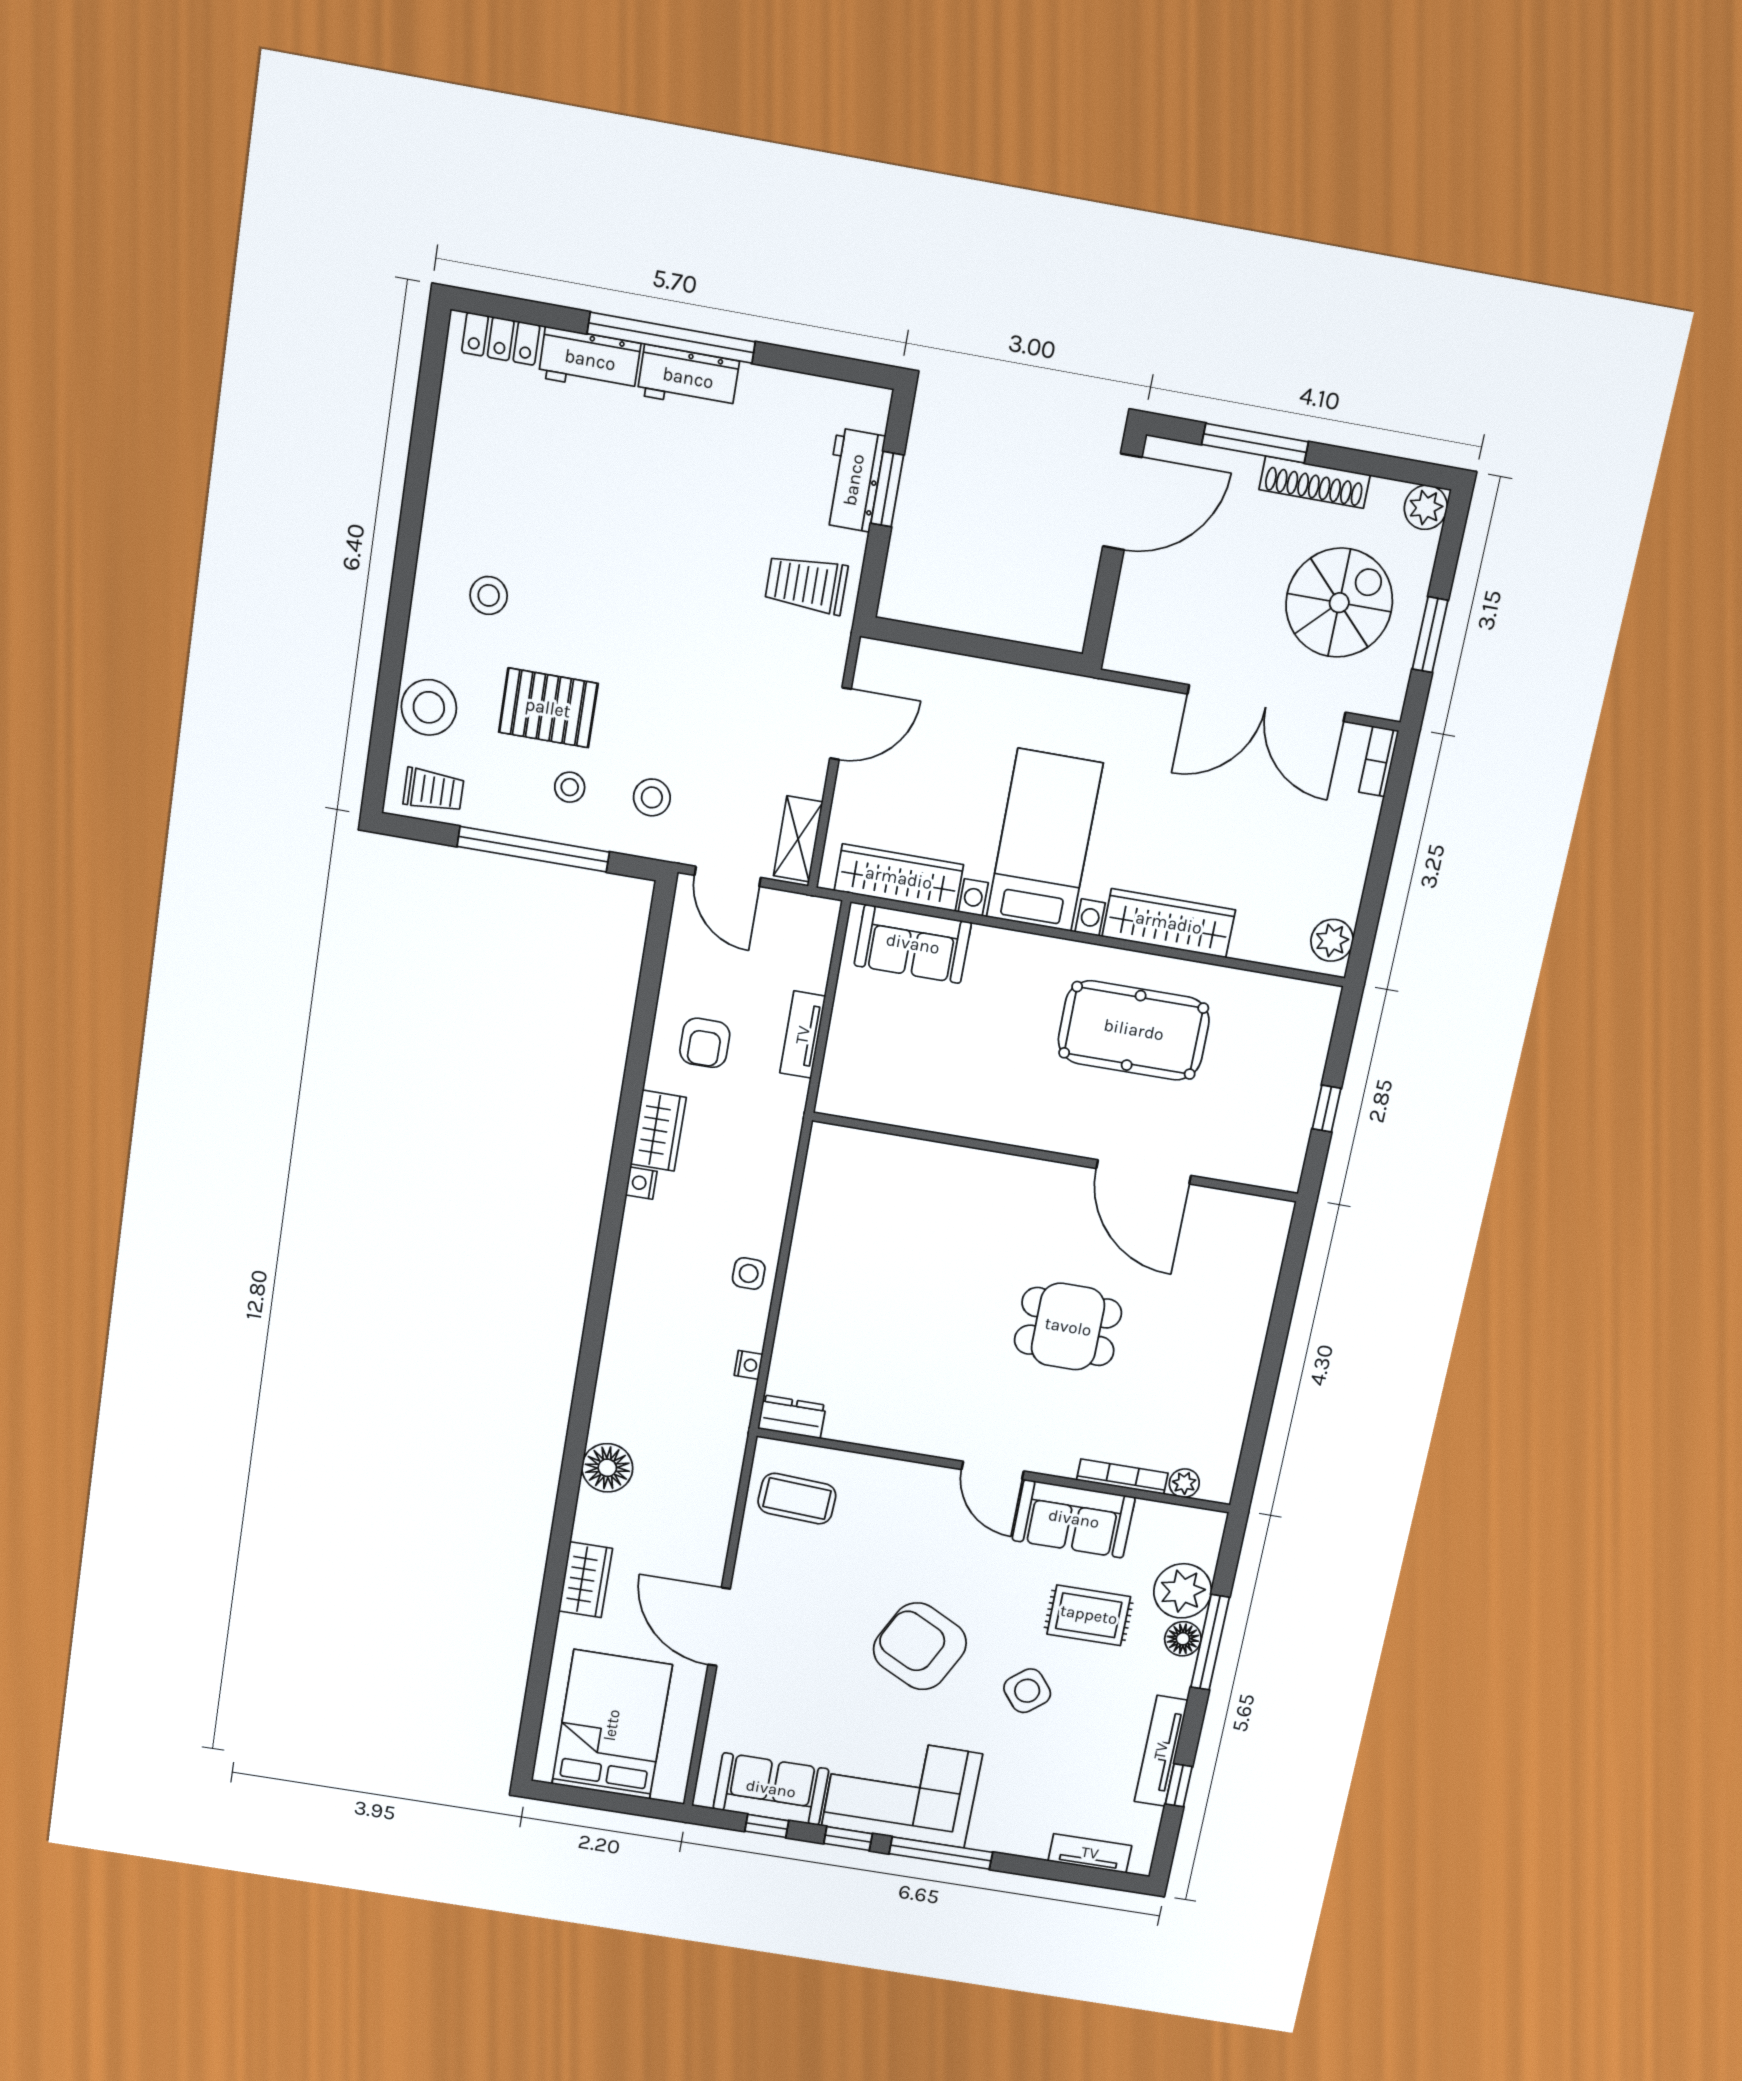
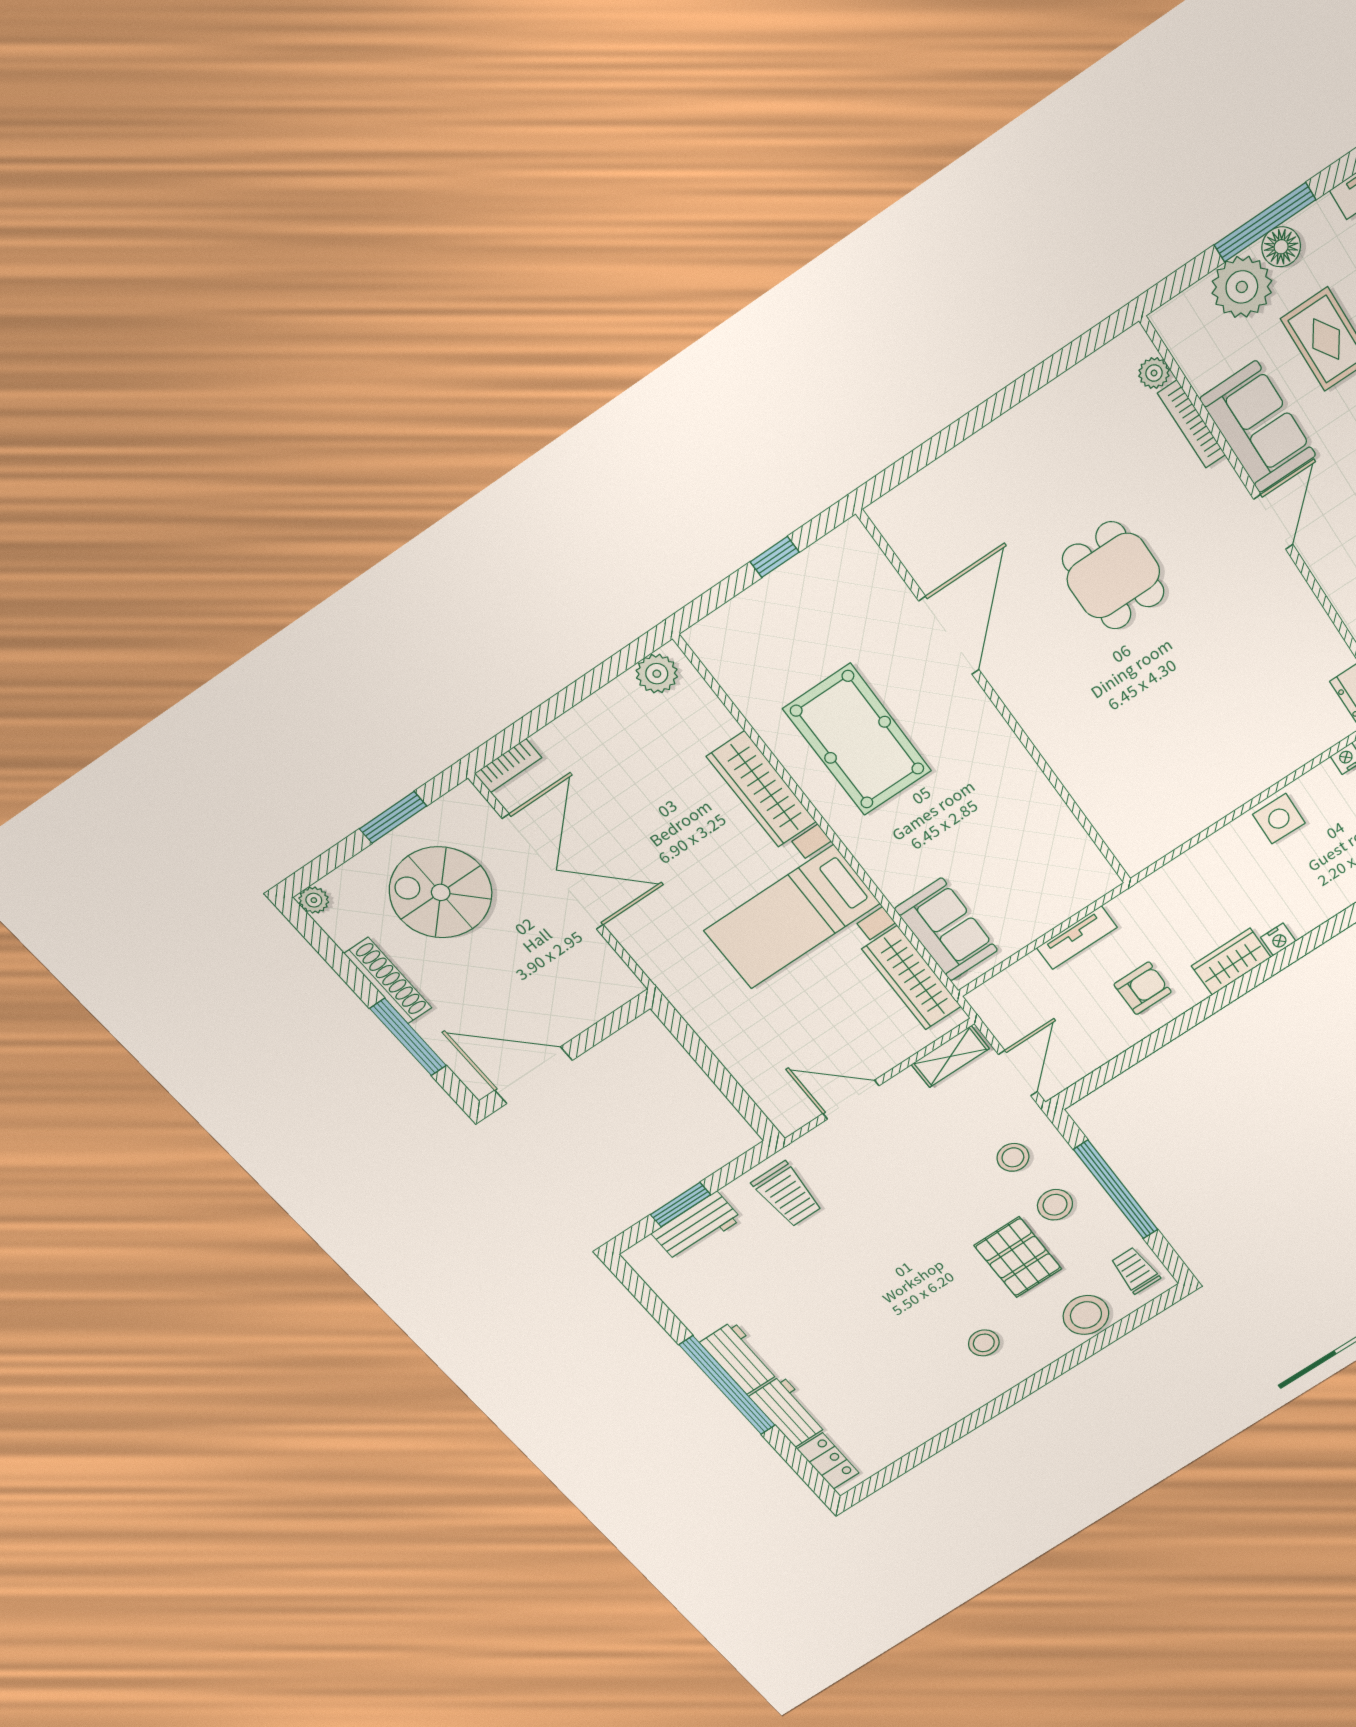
plant: (1426, 507) -> (314, 900), width x0.73, depth x0.73
stool: (570, 787) -> (1055, 1205), width x1.37, depth x1.37
side table: (749, 1273) -> (1279, 819), width x1.37, depth x1.37

